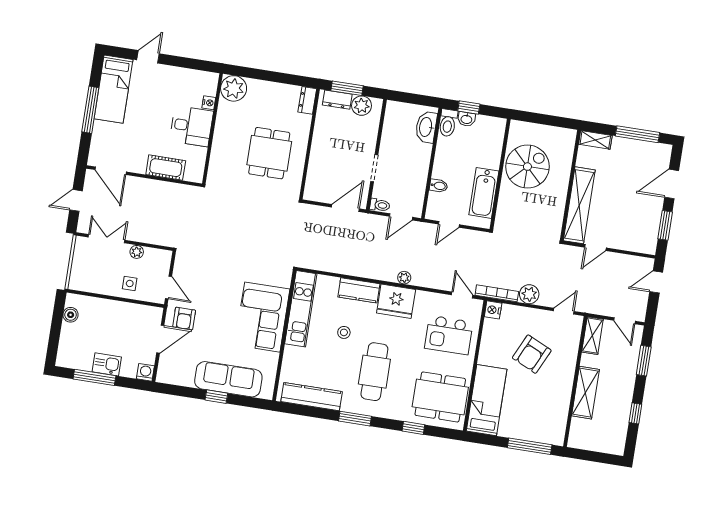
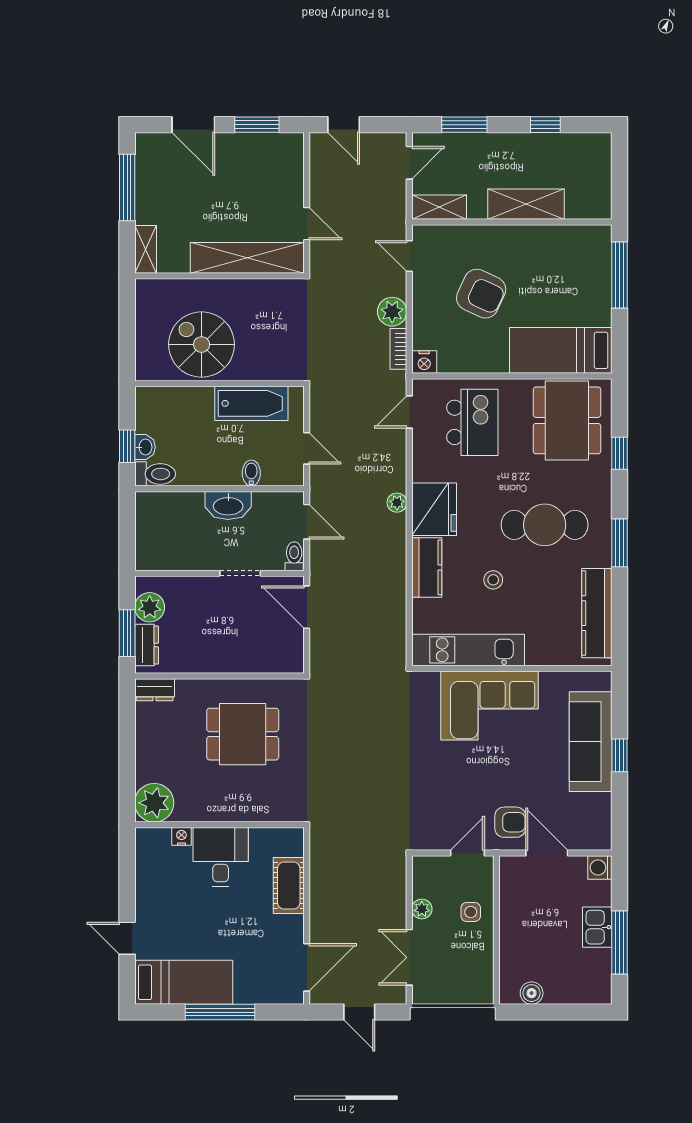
washbasin: (426, 127) -> (228, 505), moved
bookcase: (497, 293) -> (398, 349), width x0.64

